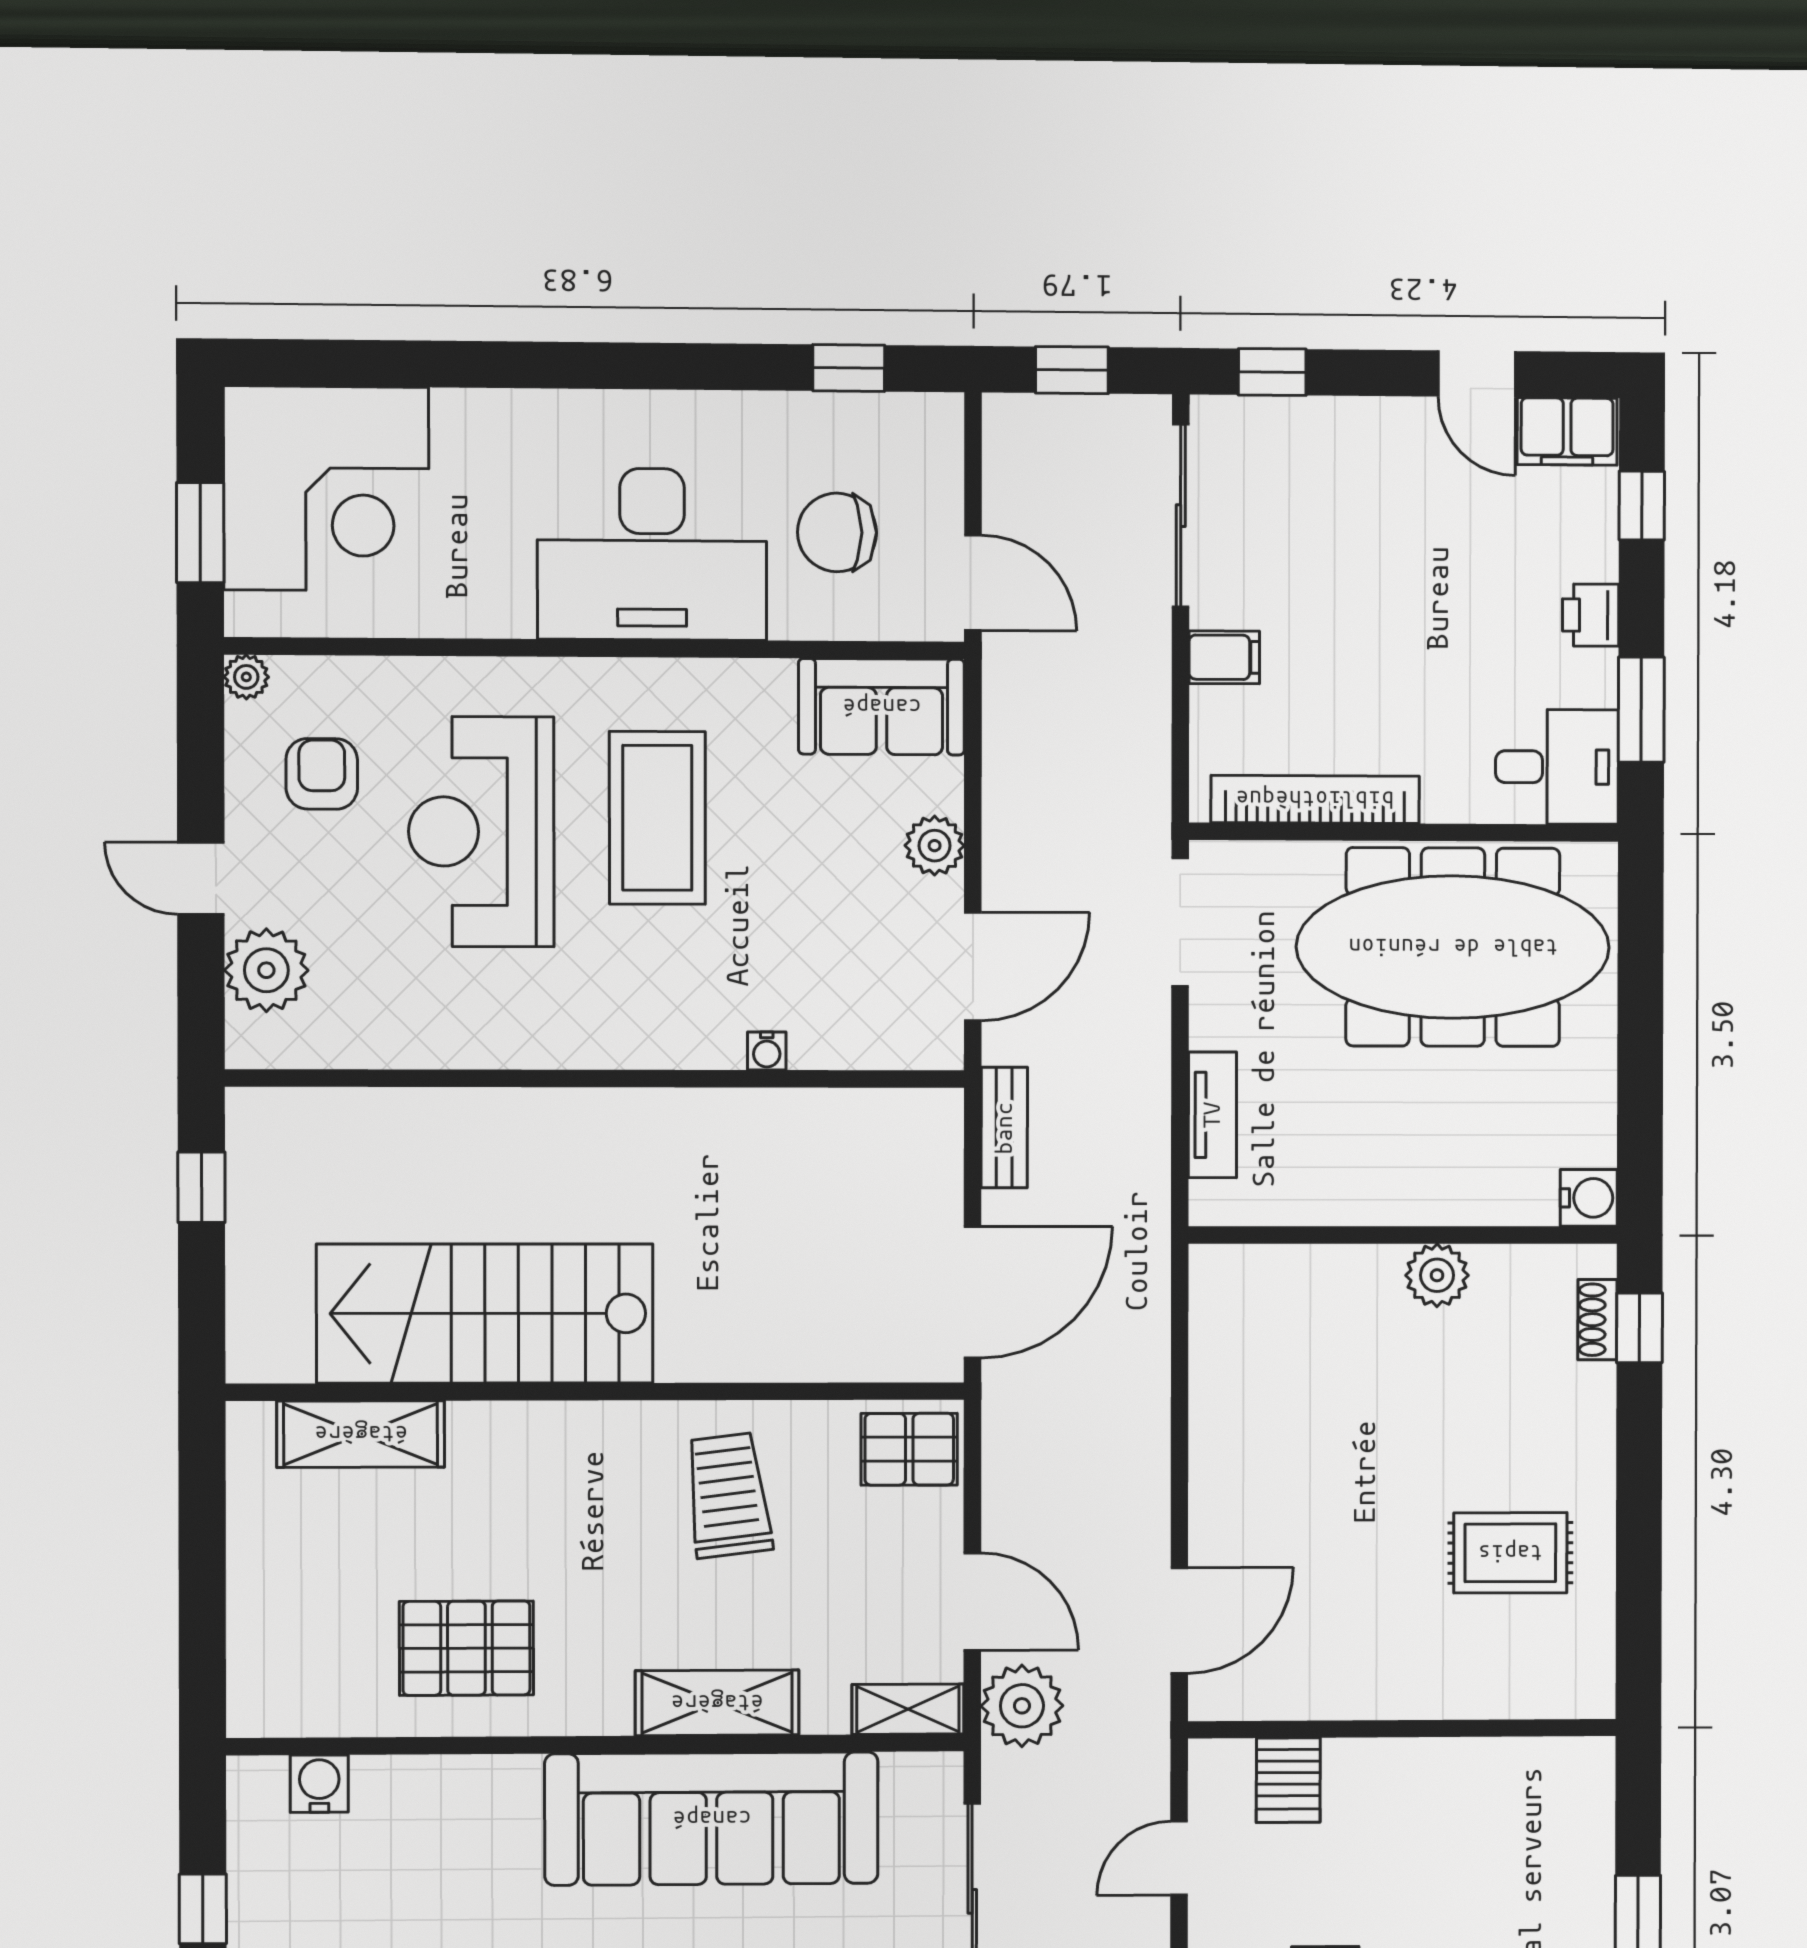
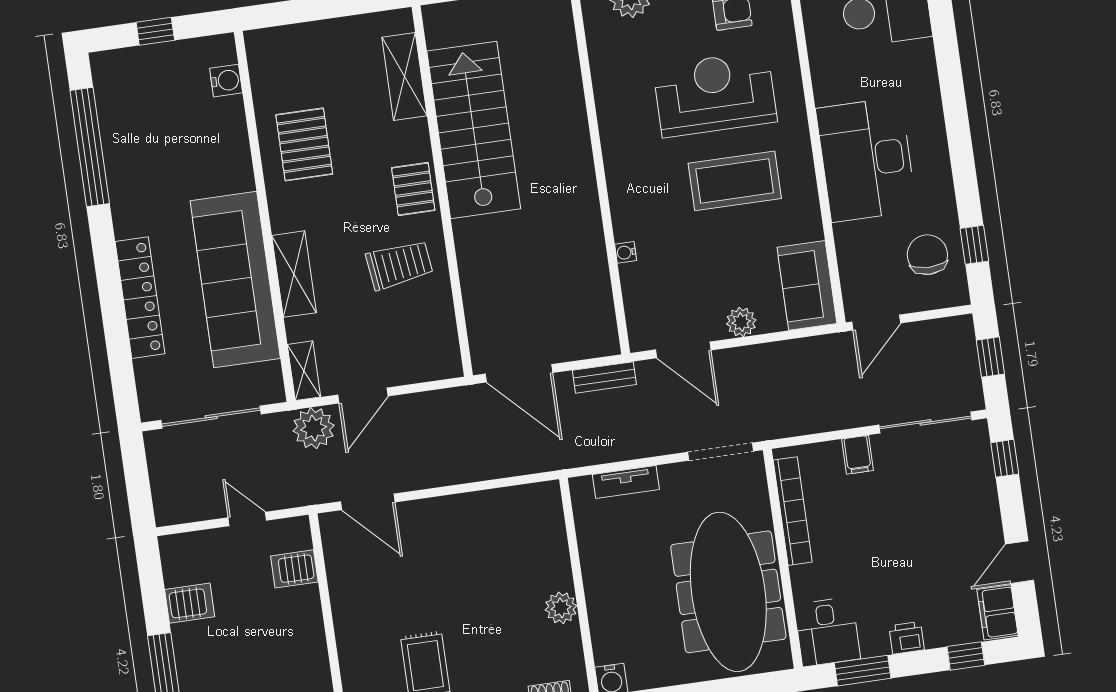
chair: (837, 532) -> (927, 255), moved
pallet: (909, 1449) -> (413, 189), moved

